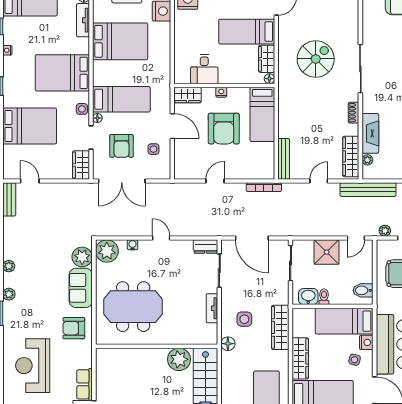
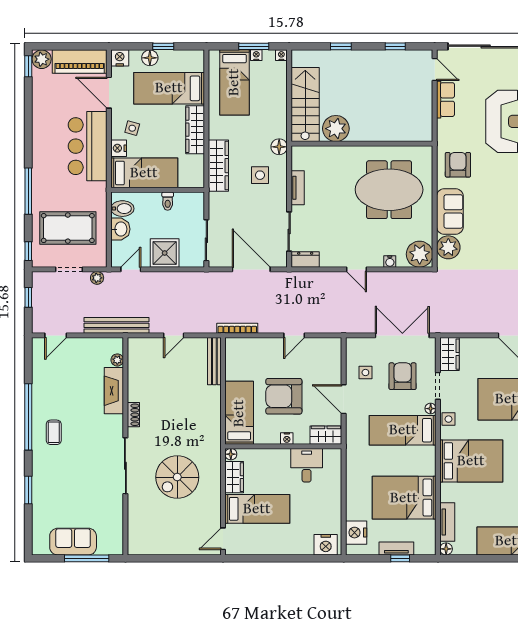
armchair: (224, 129) -> (284, 396), turned -90
wardrobe: (351, 156) -> (137, 364), removed
washbasin: (308, 297) -> (120, 229), moved, turned -90
armchair: (74, 328) -> (458, 165), turned -90

